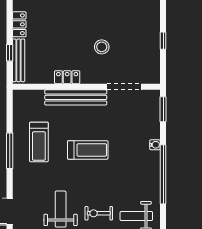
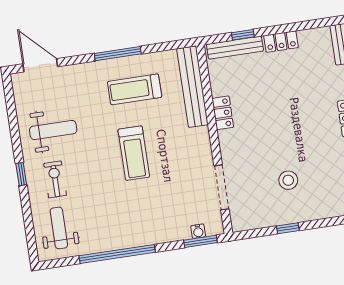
stool: (102, 47) -> (288, 180), moved
bench: (76, 97) -> (192, 87), moved
water cooler: (155, 145) -> (198, 231), moved

